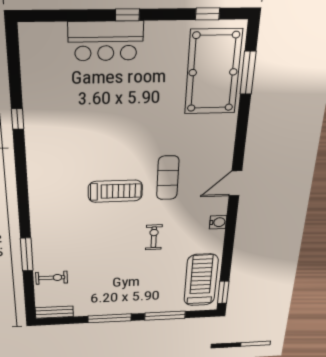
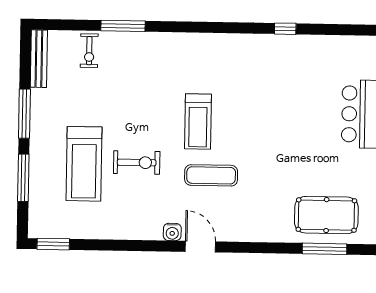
pool table: (213, 72) -> (326, 215), width x0.73, depth x0.76
water cooler: (218, 222) -> (172, 232), moved
exercise bike: (154, 237) -> (137, 162), width x1.38, depth x1.39
treadmill: (201, 280) -> (84, 164), moved, turned 90
bench: (54, 312) -> (39, 59), width x1.36

